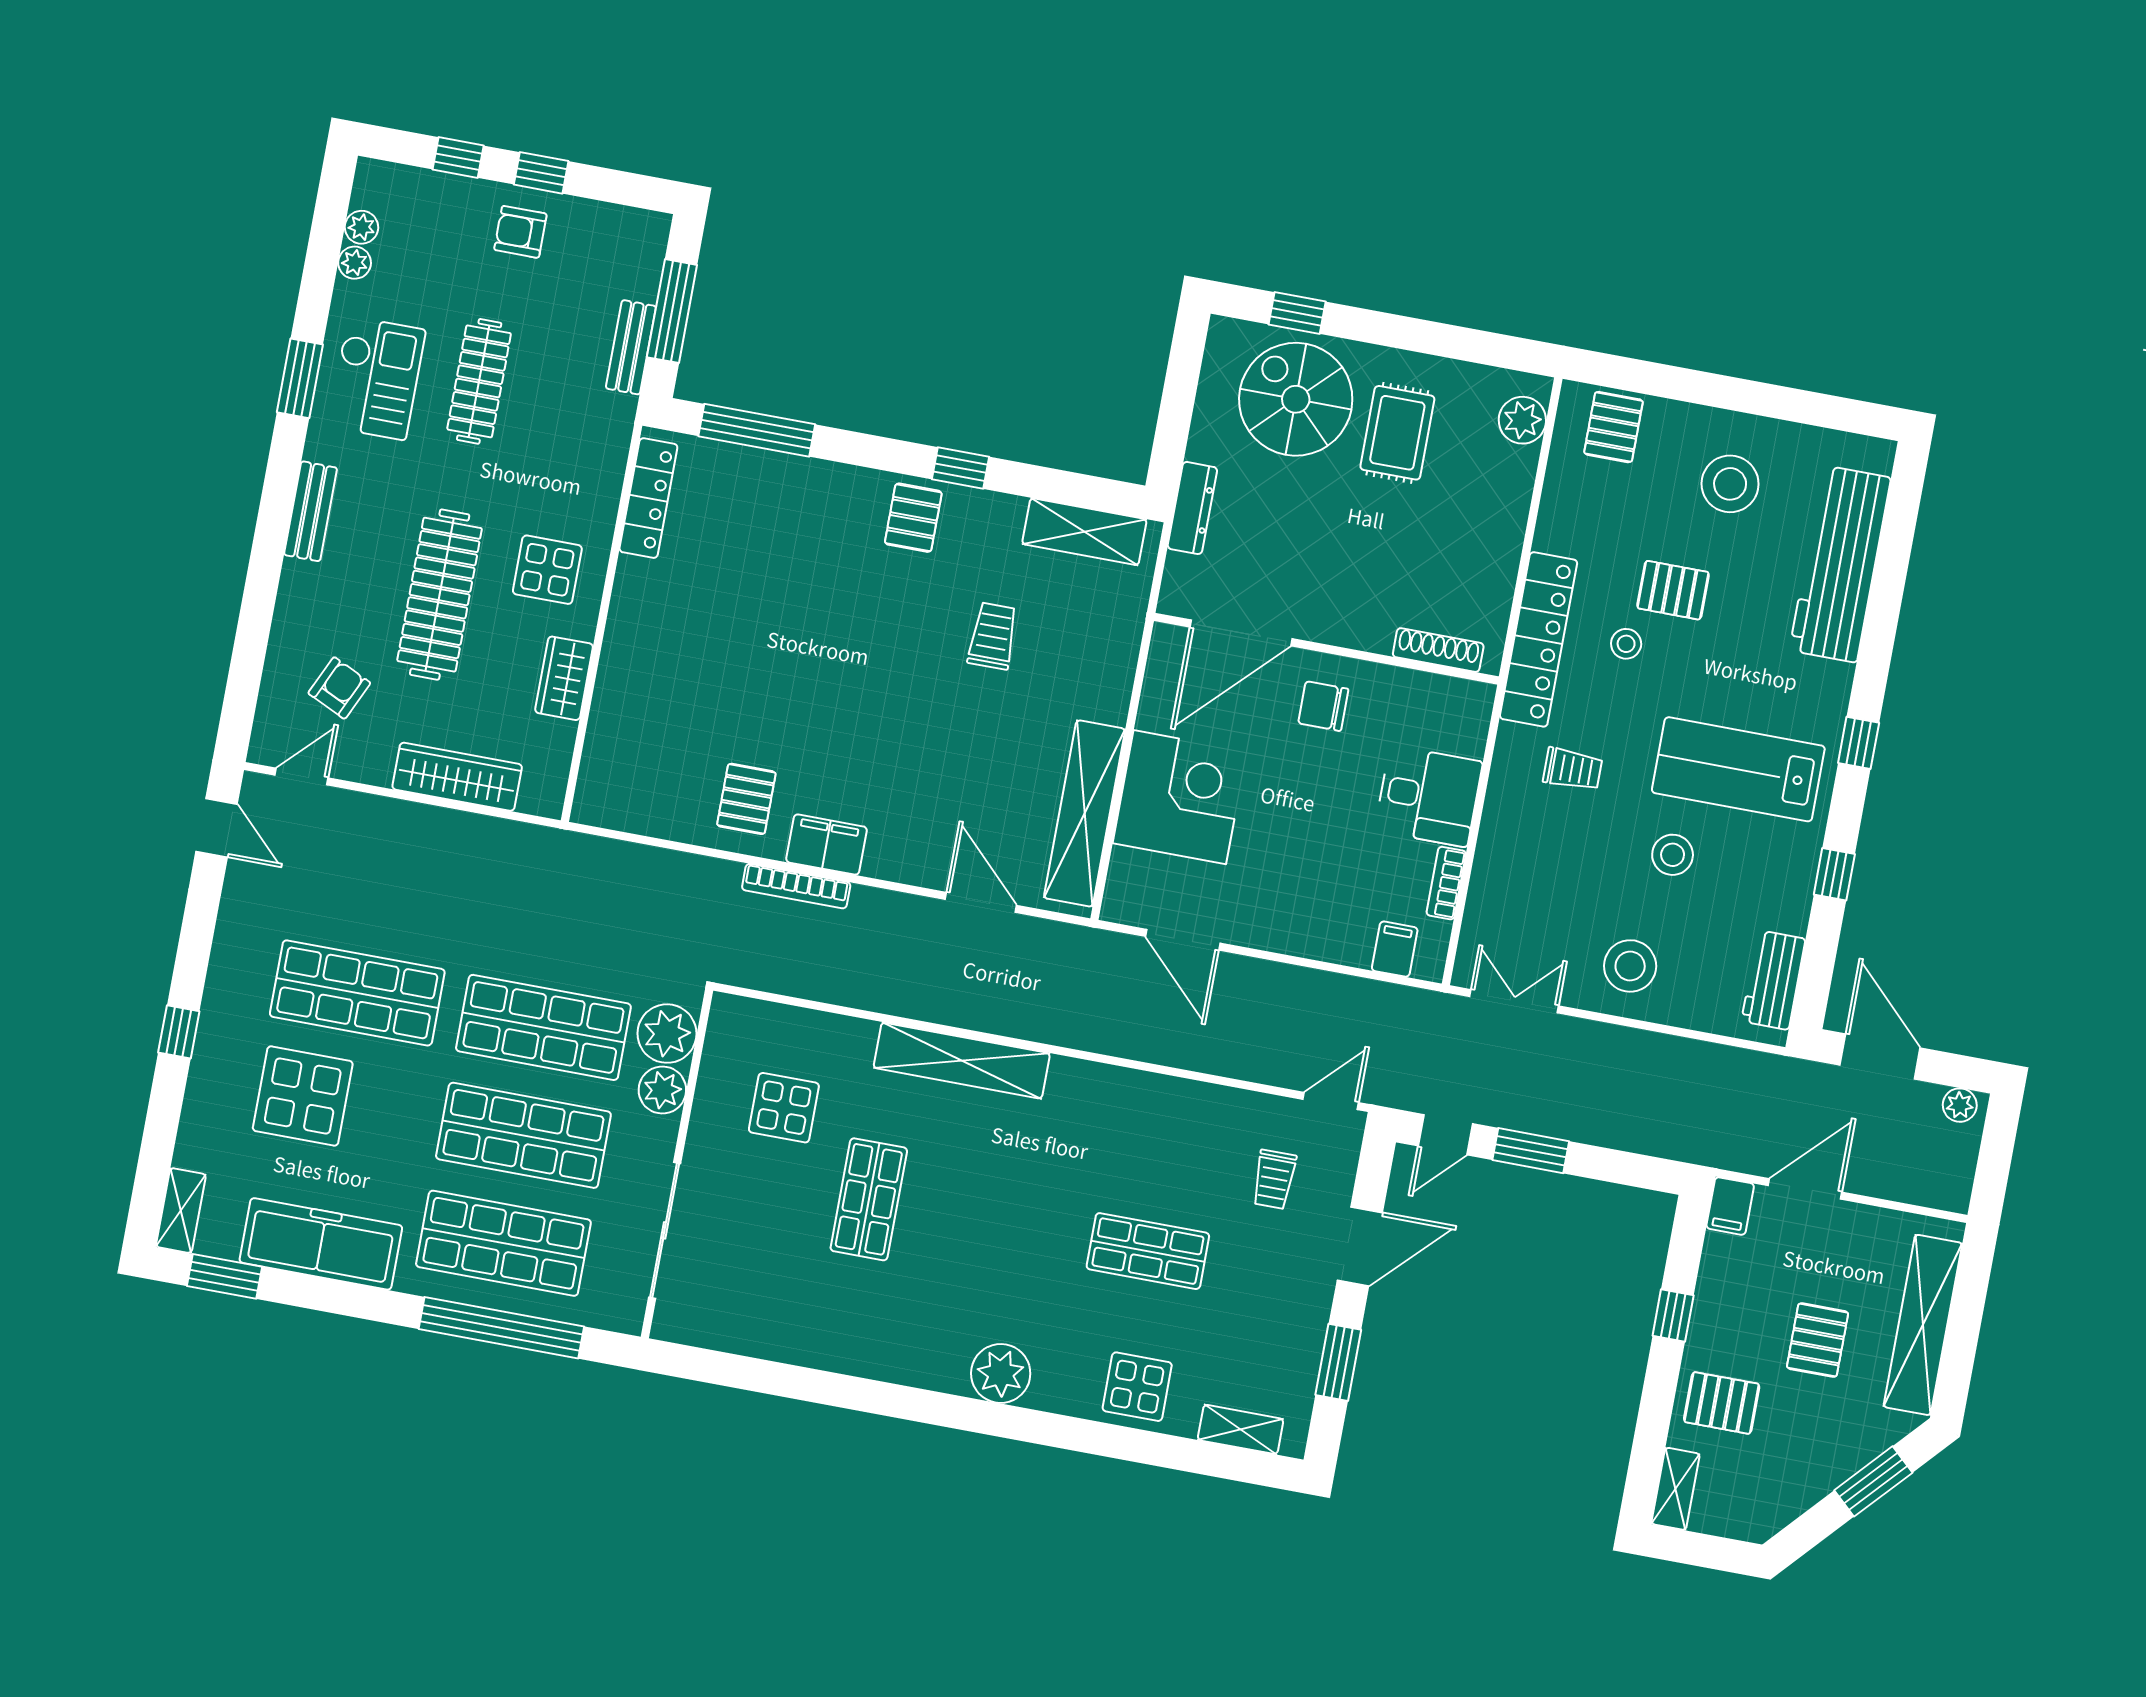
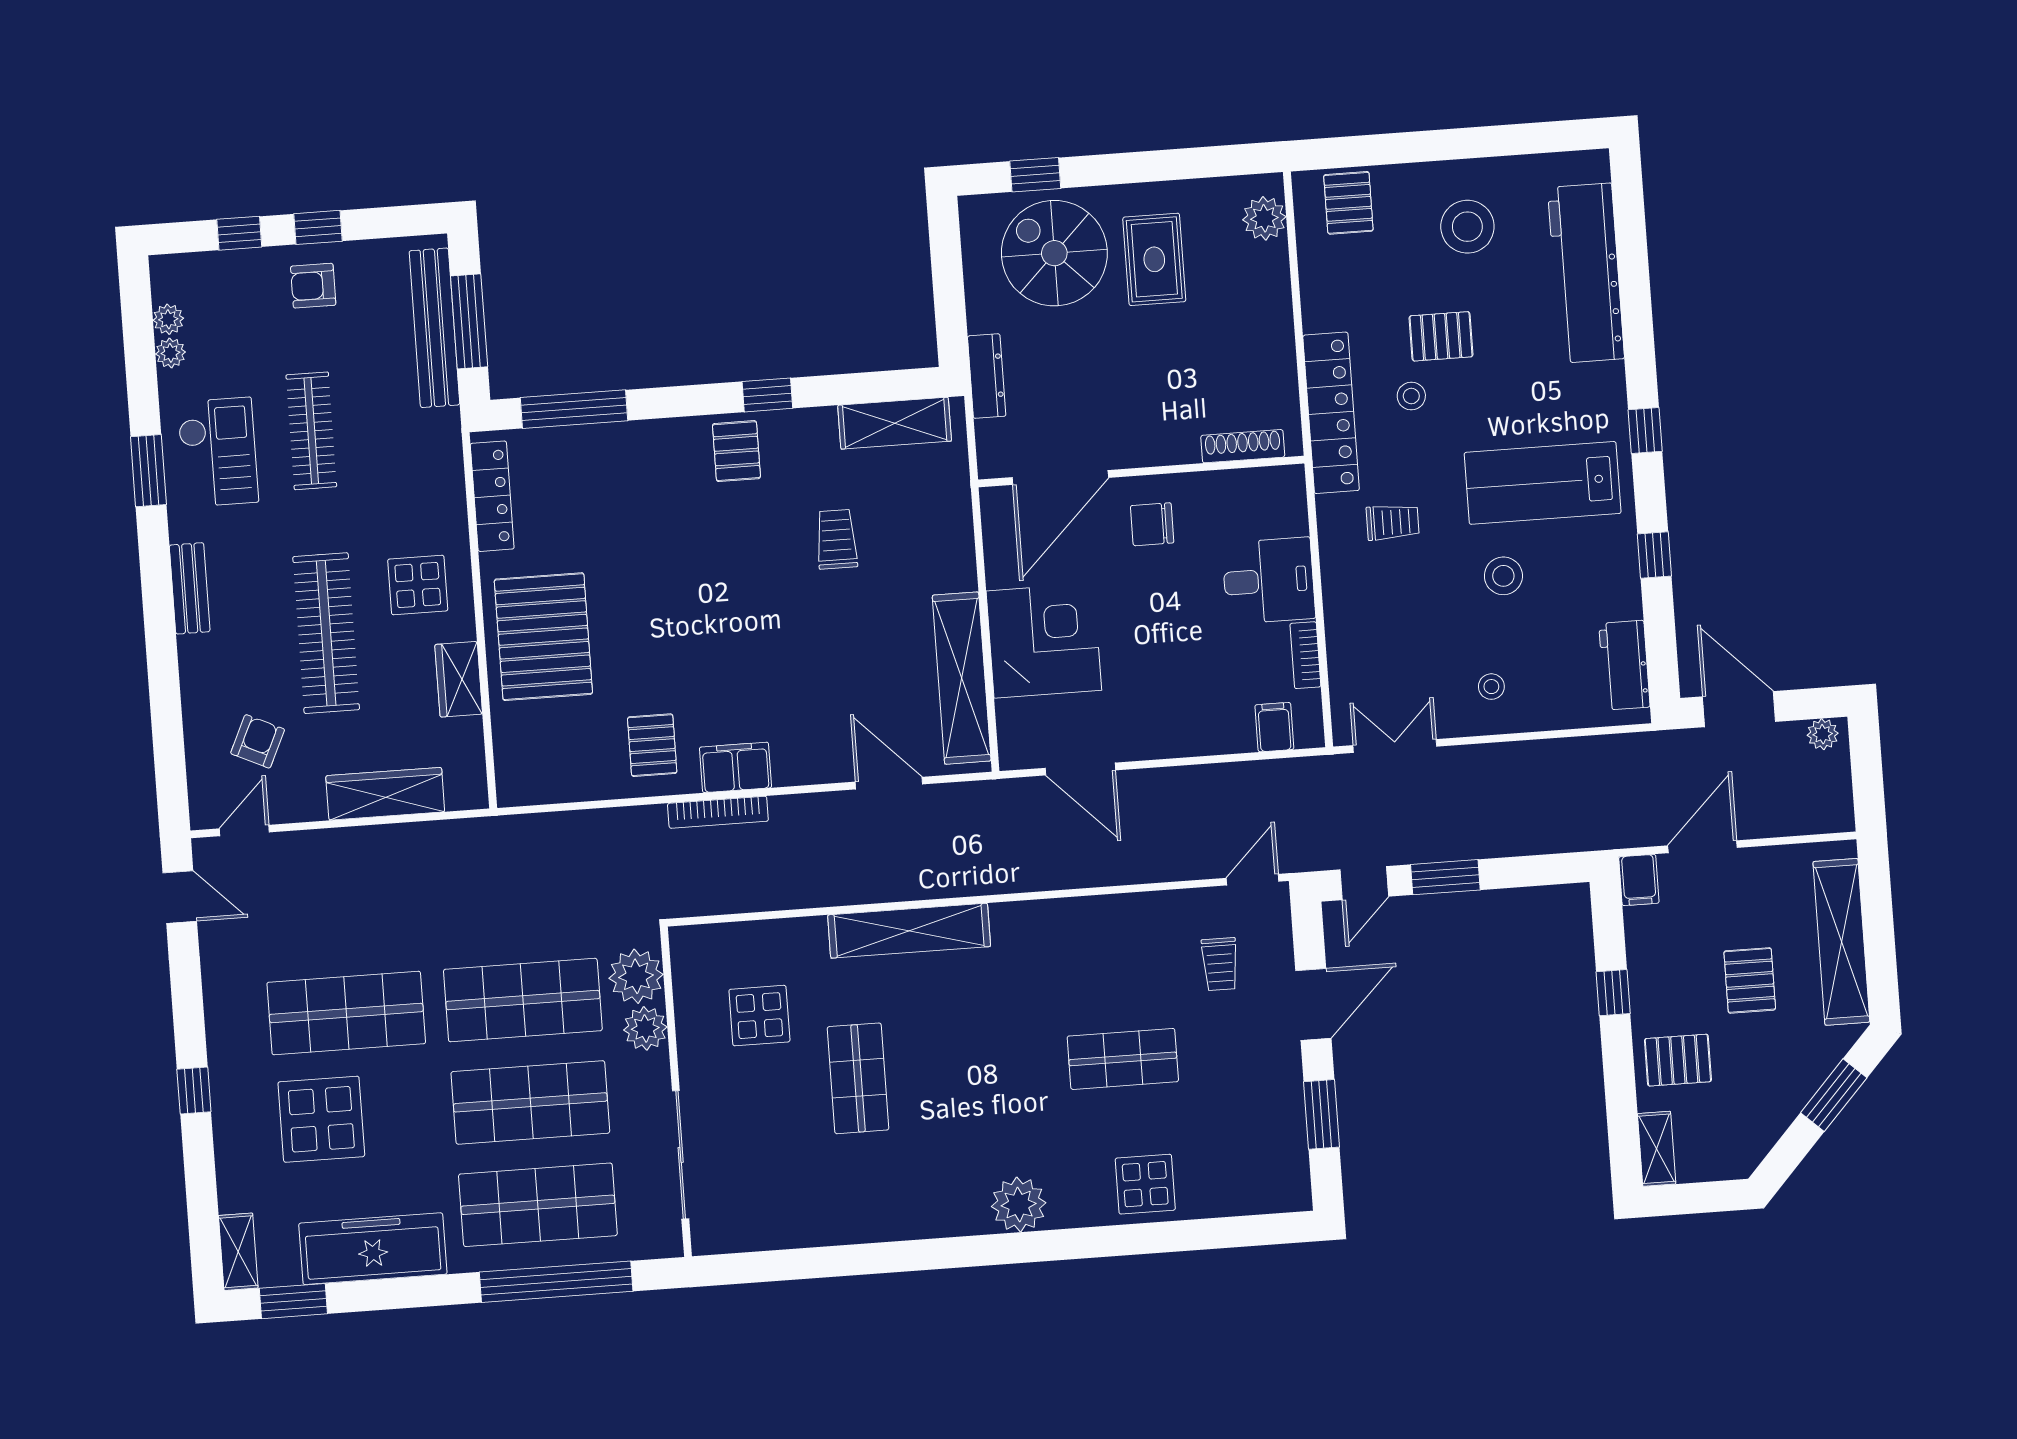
bench: (631, 347) -> (434, 328), width x1.86, depth x1.21
pallet: (663, 657) -> (543, 637), added
stool: (1630, 966) -> (1491, 687), width x0.53, depth x0.53
shelving: (1241, 1429) -> (1249, 1198), removed

